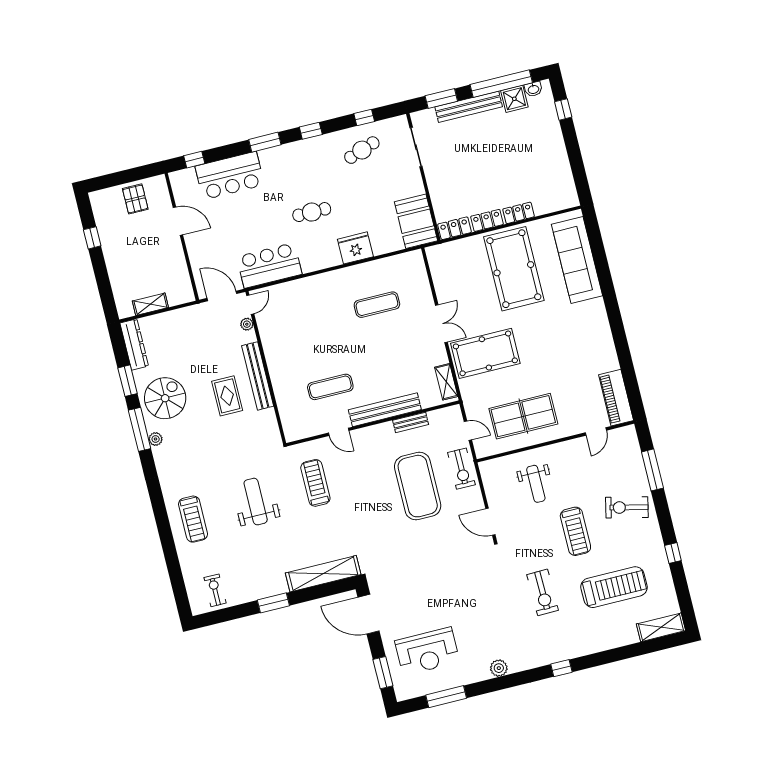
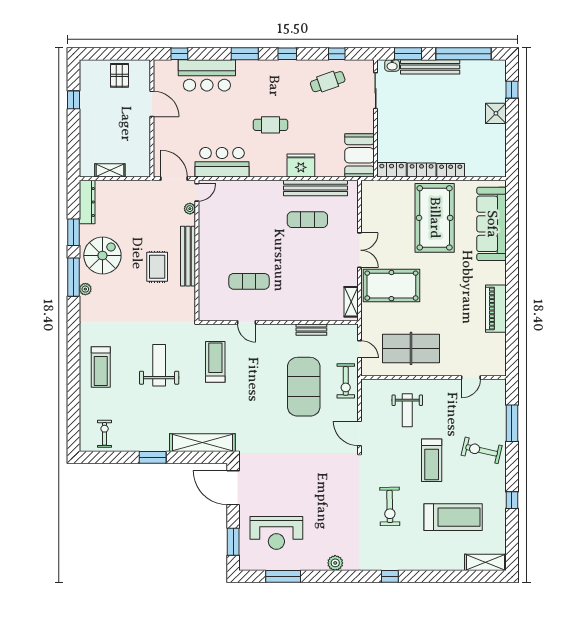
washbasin: (533, 89) -> (392, 65), moved
shower: (514, 99) -> (496, 113), moved
piano: (616, 398) -> (496, 309), moved
bench: (385, 410) -> (316, 188), moved

